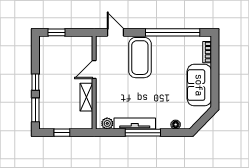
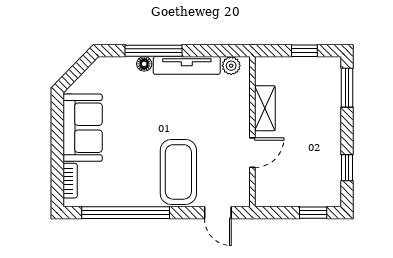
window: (35, 82) -> (347, 168), moved
floor lamp: (176, 125) -> (144, 64), moved
window: (143, 133) -> (154, 51), moved

